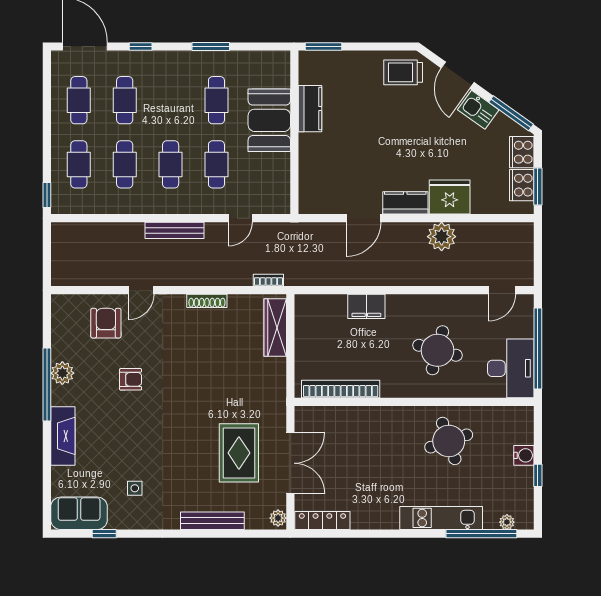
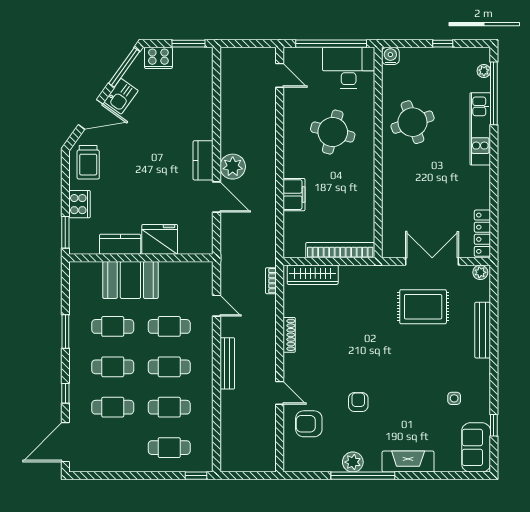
cafe table: (79, 100) -> (113, 367), moved
cooker: (522, 185) -> (80, 204), moved, turned -90
fridge: (450, 197) -> (160, 239), moved, turned 90
plant: (442, 237) -> (233, 167), moved
bookcase: (341, 389) -> (340, 250), moved, turned 90
water cooler: (524, 455) -> (390, 56), moved

